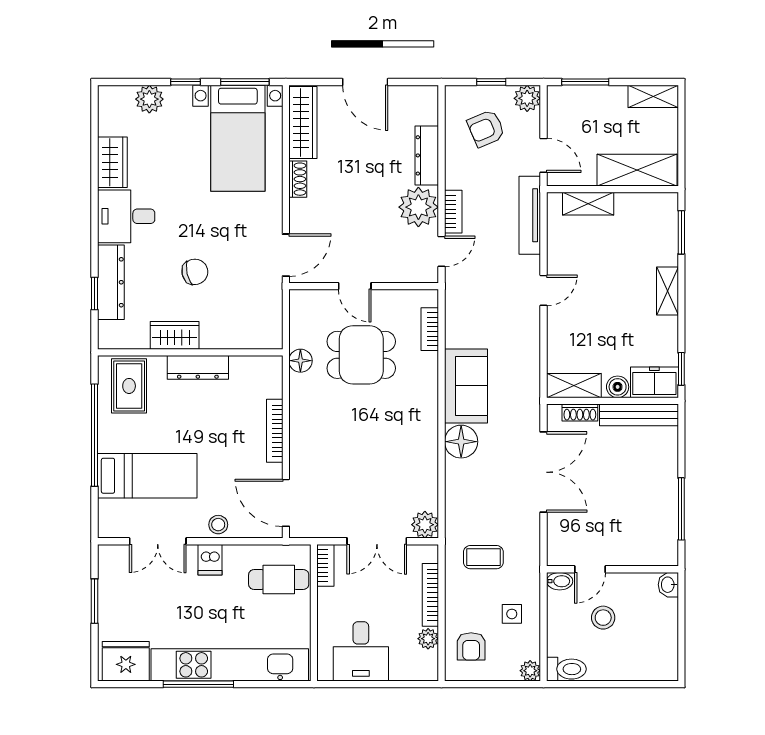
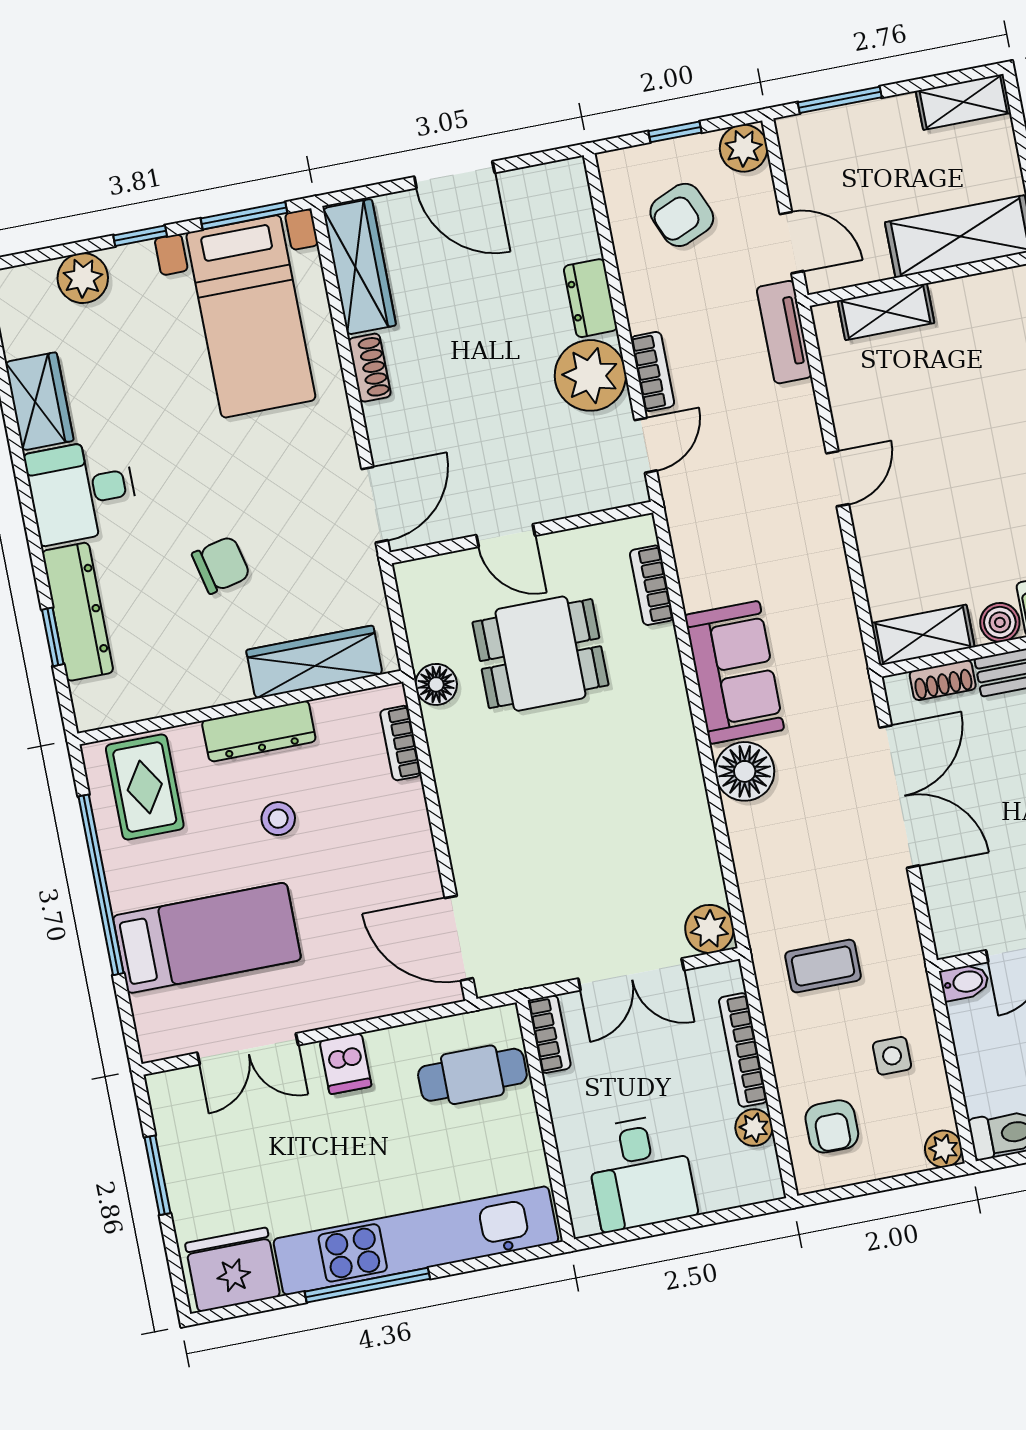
dresser: (427, 155) -> (590, 298), width x0.70
tv unit: (530, 215) -> (784, 332), width x0.71
wardrobe: (175, 335) -> (314, 662), moved, width x1.50
bookcase: (275, 431) -> (401, 743), moved, width x0.64
stool: (218, 525) -> (278, 819), moved

